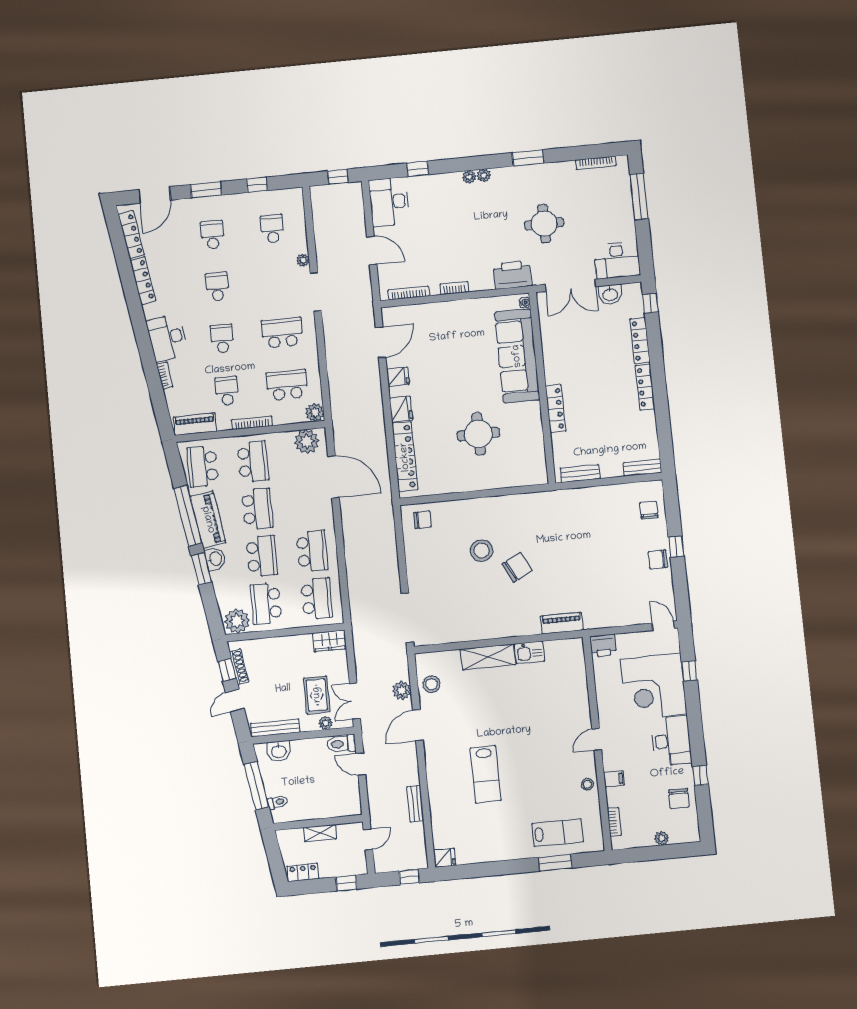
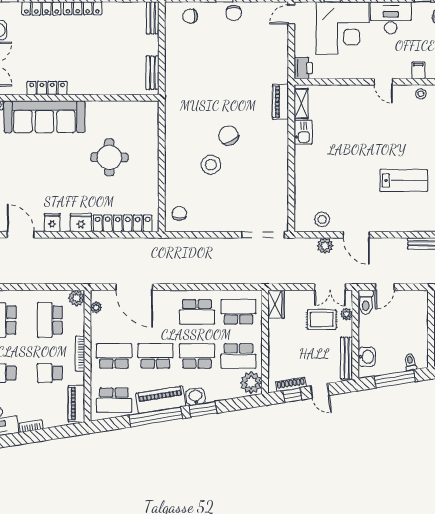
locker: (556, 409) -> (47, 88), moved
plant: (307, 442) -> (96, 307), width x0.53, depth x0.53
door: (333, 477) -> (134, 287), swing flipped
school desk: (312, 551) -> (197, 312), turned 180
shelving: (488, 657) -> (301, 104), moved, width x0.67, depth x0.75

